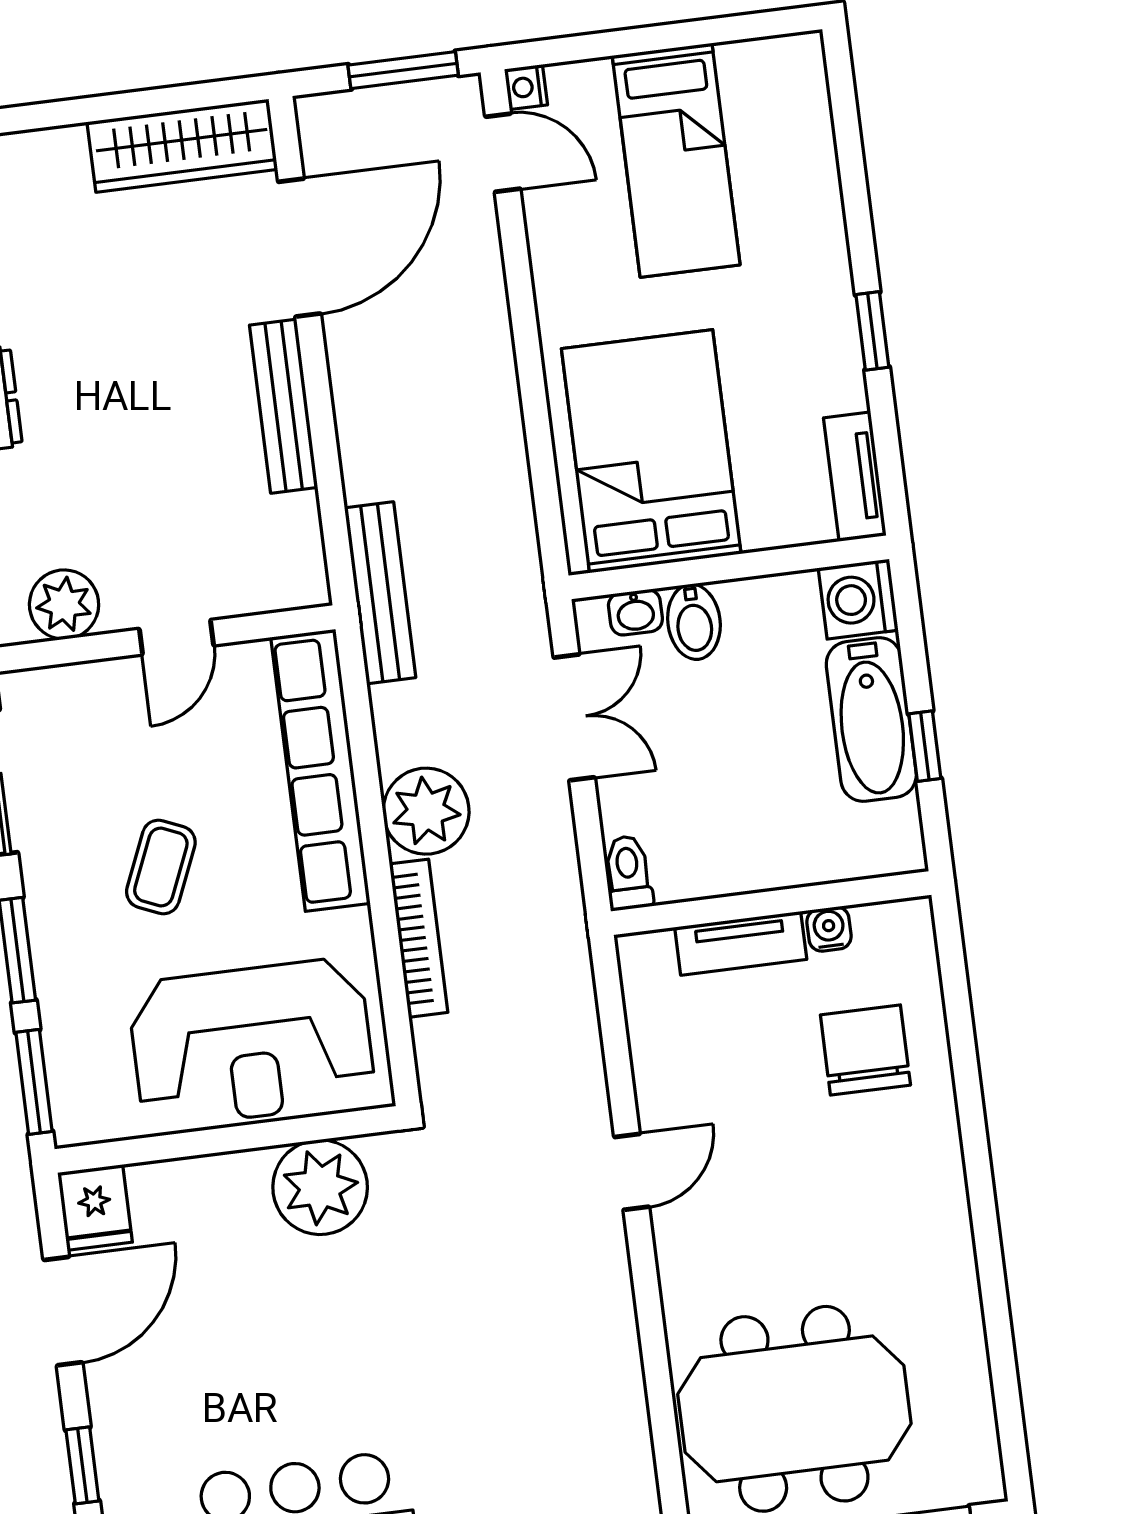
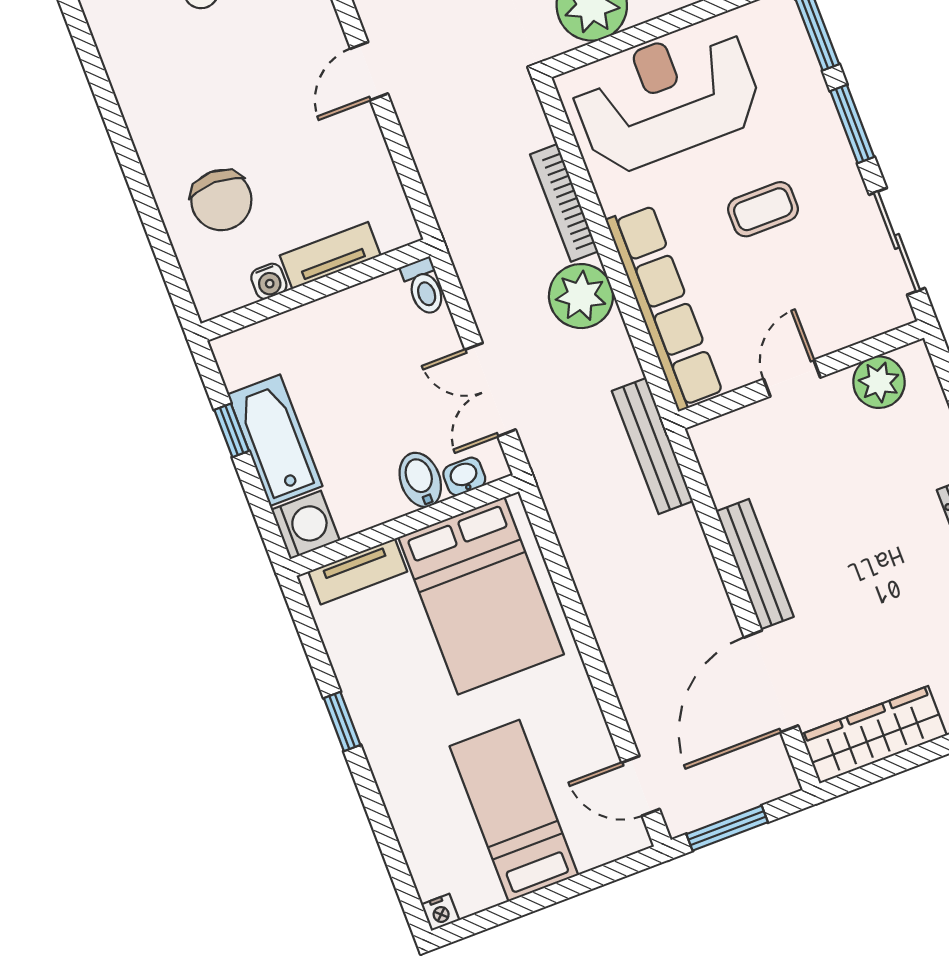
nightstand: (526, 87) -> (440, 912), moved, turned 90
tv unit: (855, 477) -> (358, 572), moved, turned 90
coffee table: (161, 867) -> (763, 209), turned 67

